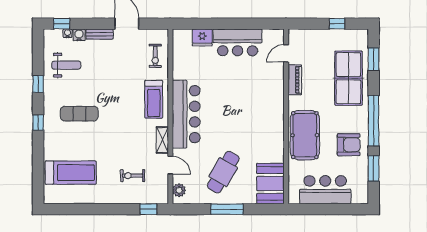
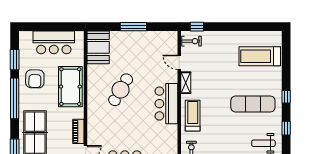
exercise mat: (79, 114) -> (253, 104), width x1.36, depth x1.45
bar counter: (186, 114) -> (166, 104), width x0.73
armchair: (349, 145) -> (35, 79), turned -89
cafe table: (223, 172) -> (121, 90), moved
exercise bike: (133, 176) -> (191, 41), moved
plant: (179, 190) -> (172, 42), removed

